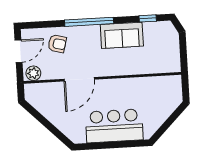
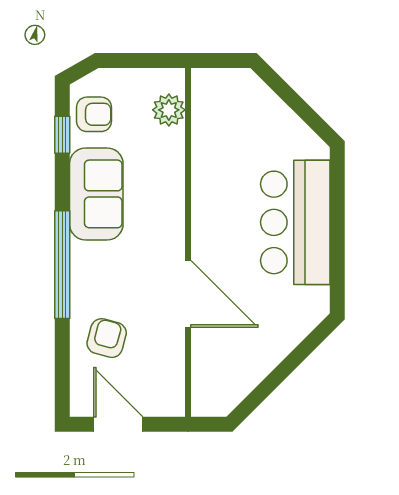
armchair: (158, 32) -> (94, 114), added
plant: (33, 73) -> (169, 110), moved

